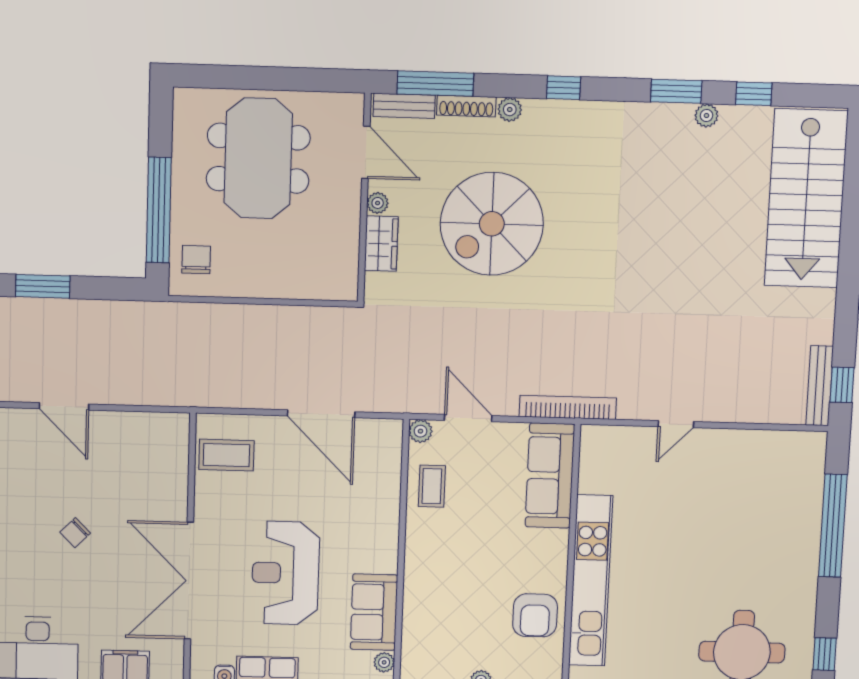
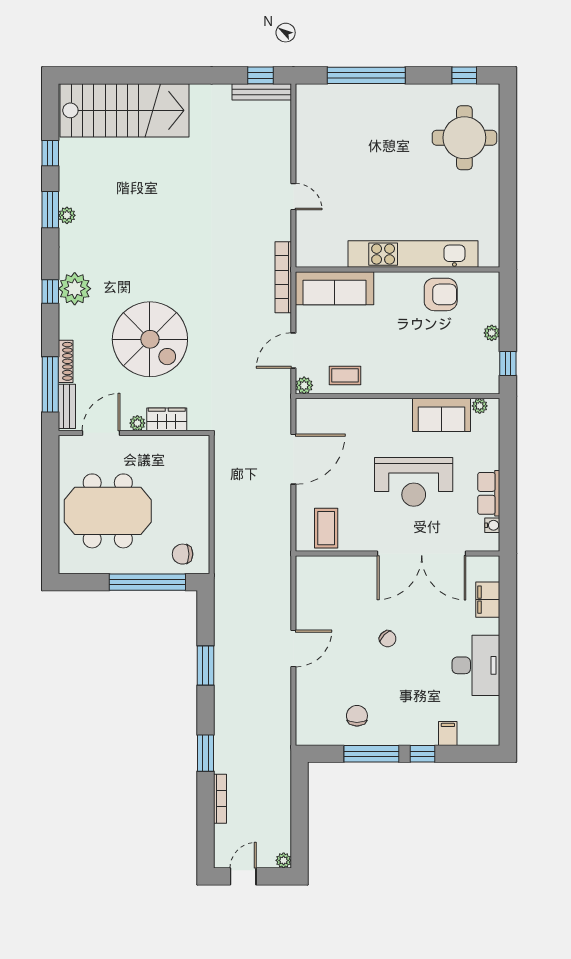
plant: (510, 110) -> (75, 289), moved, width x1.87, depth x1.87
plant: (706, 116) -> (67, 215), moved

